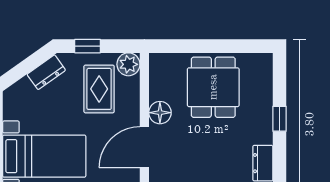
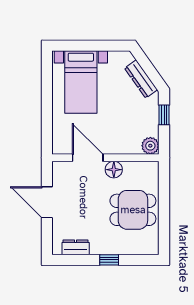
dresser: (46, 72) -> (141, 79), width x1.44
rug: (99, 89) -> (132, 123), removed

